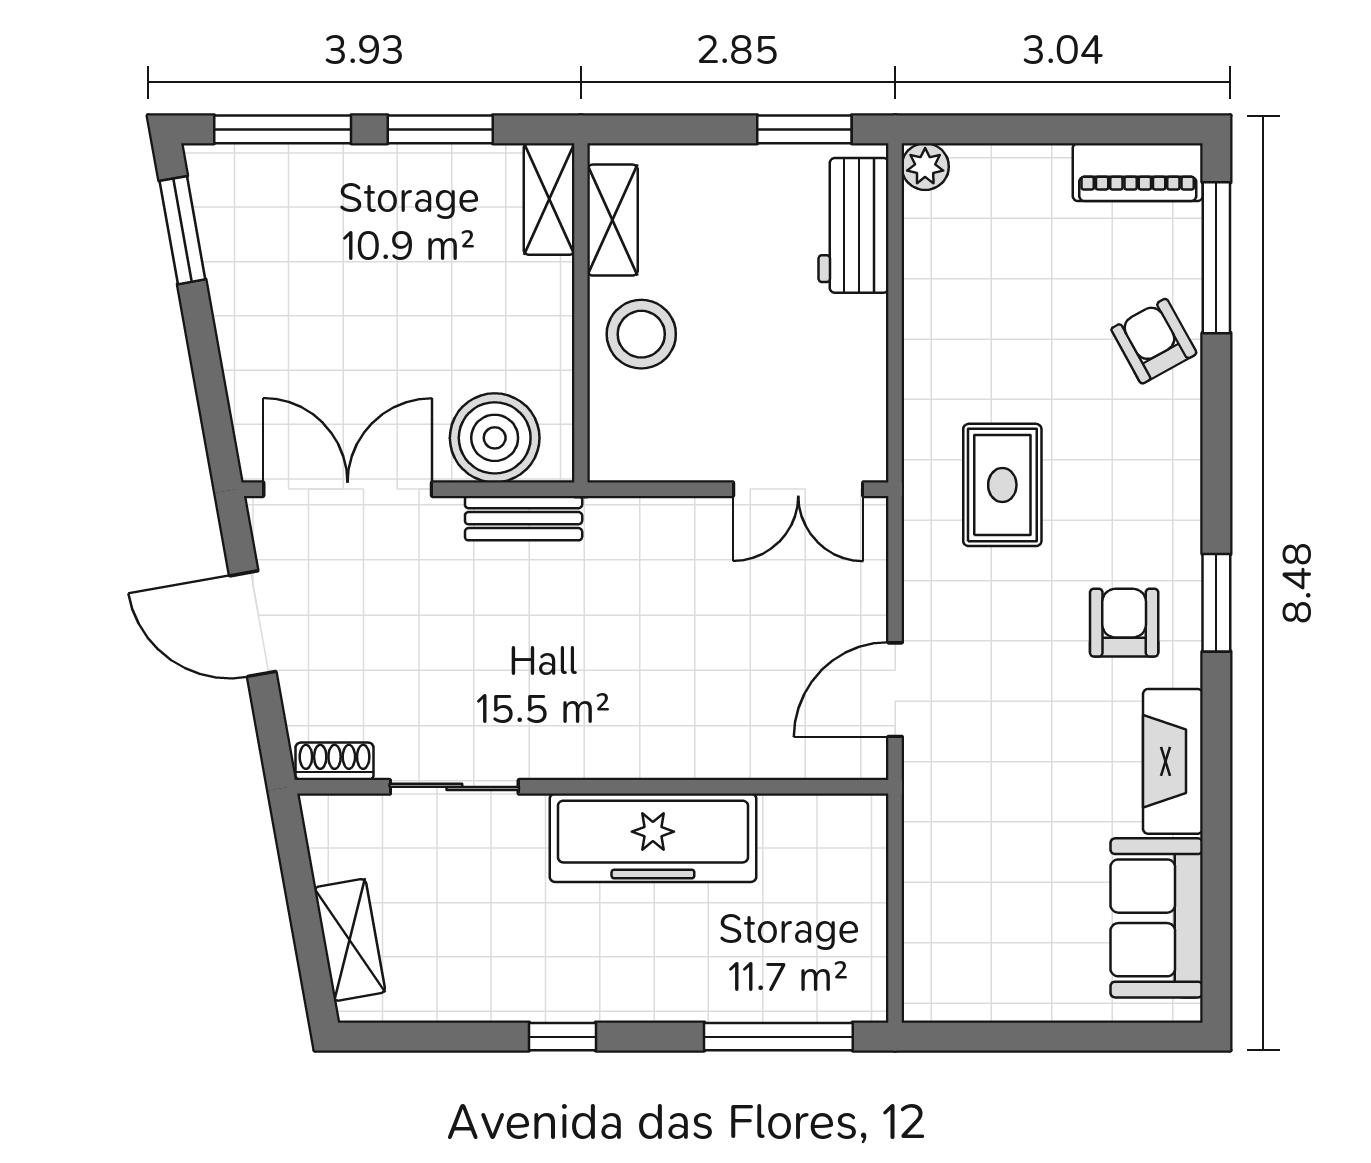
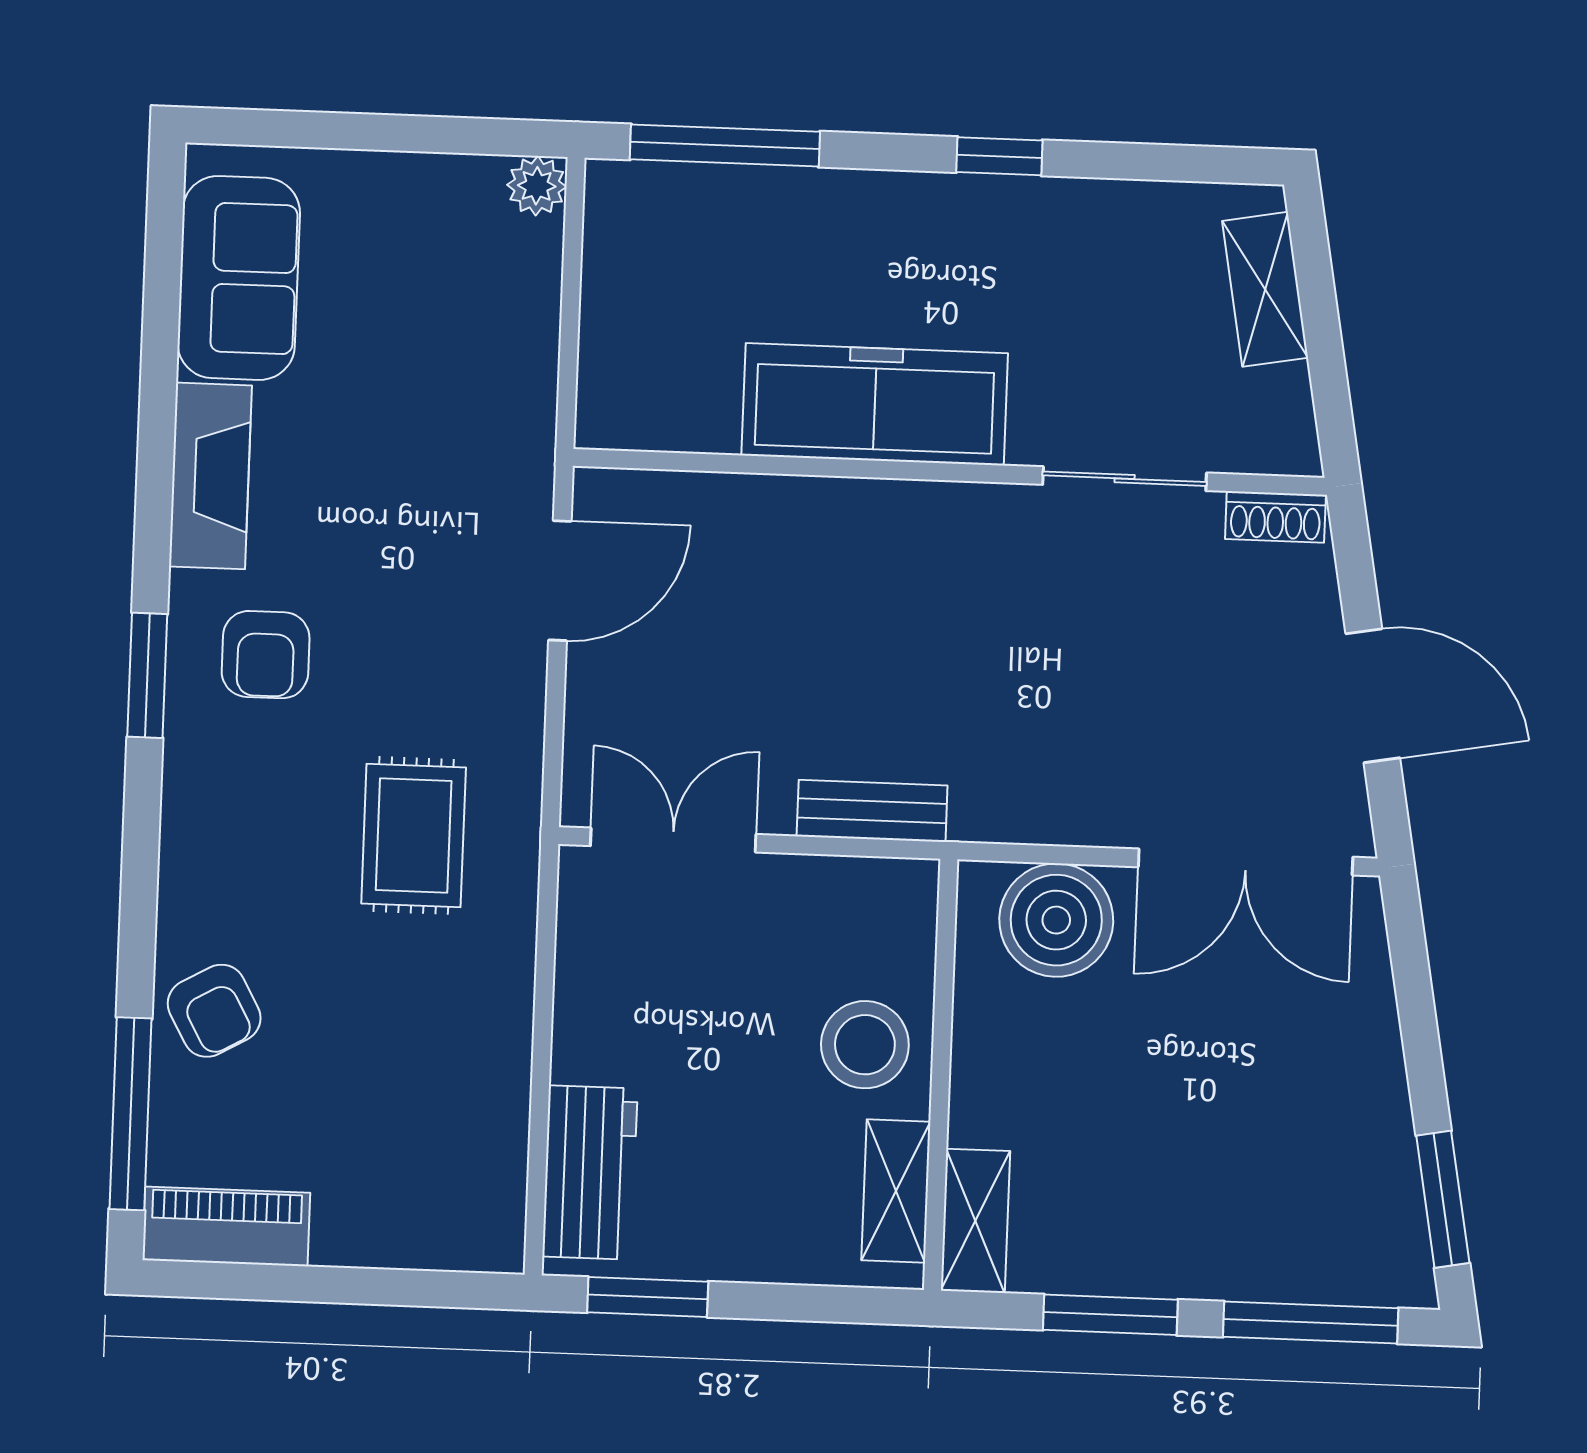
plant: (925, 167) -> (537, 186), moved
bench: (524, 518) -> (872, 811), moved

